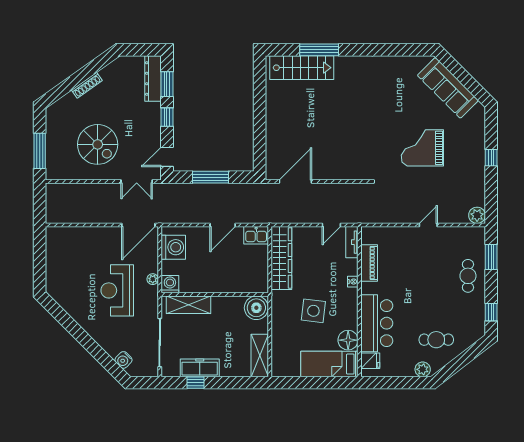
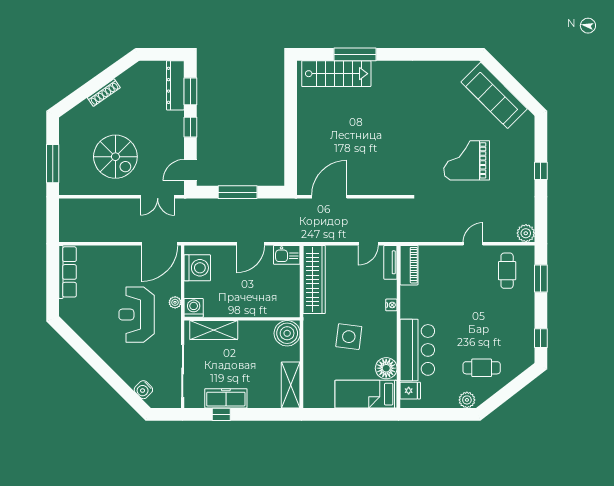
row of seats: (53, 251) -> (68, 272), added
piano: (369, 263) -> (409, 265), moved
cafe table: (468, 276) -> (507, 271), moved

